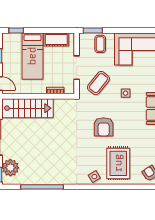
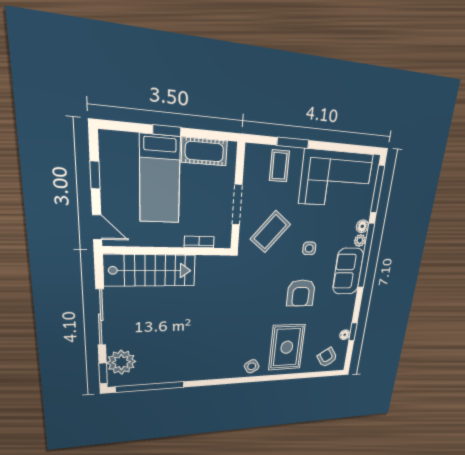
window: (16, 31) -> (167, 131), moved
window: (93, 31) -> (293, 143), moved
armchair: (104, 127) -> (301, 293), moved
window: (42, 187) -> (150, 387), moved

